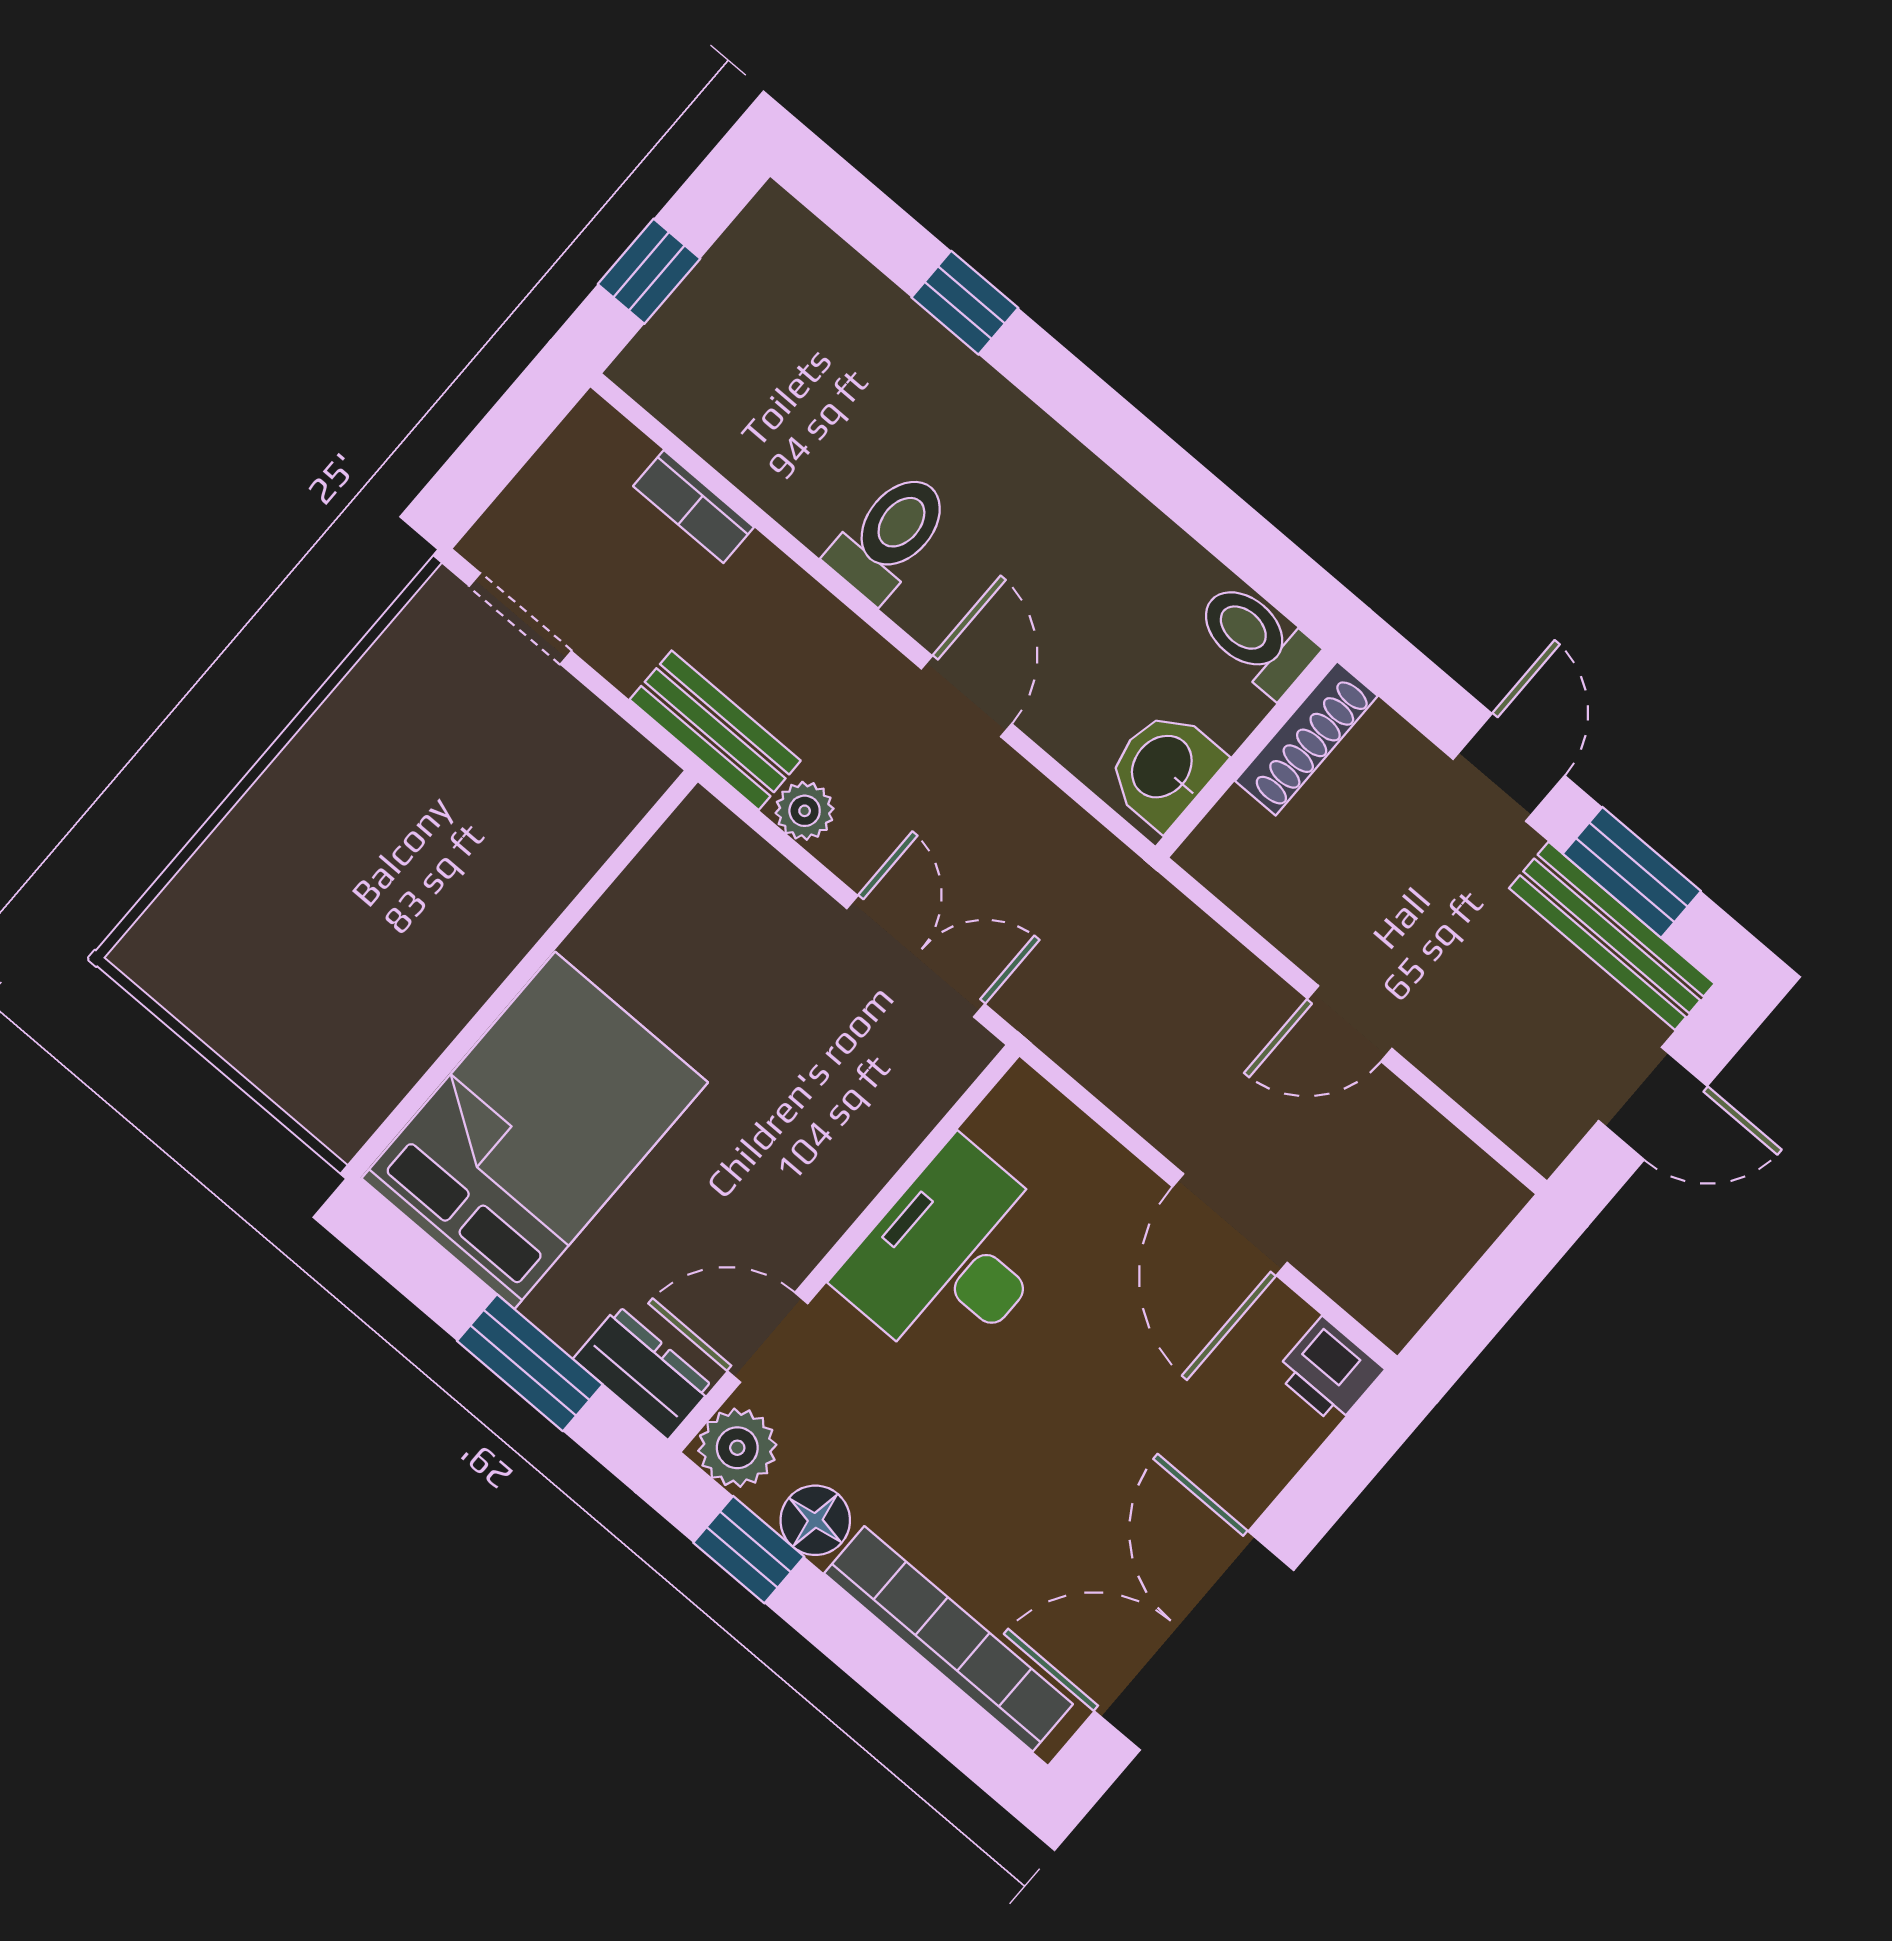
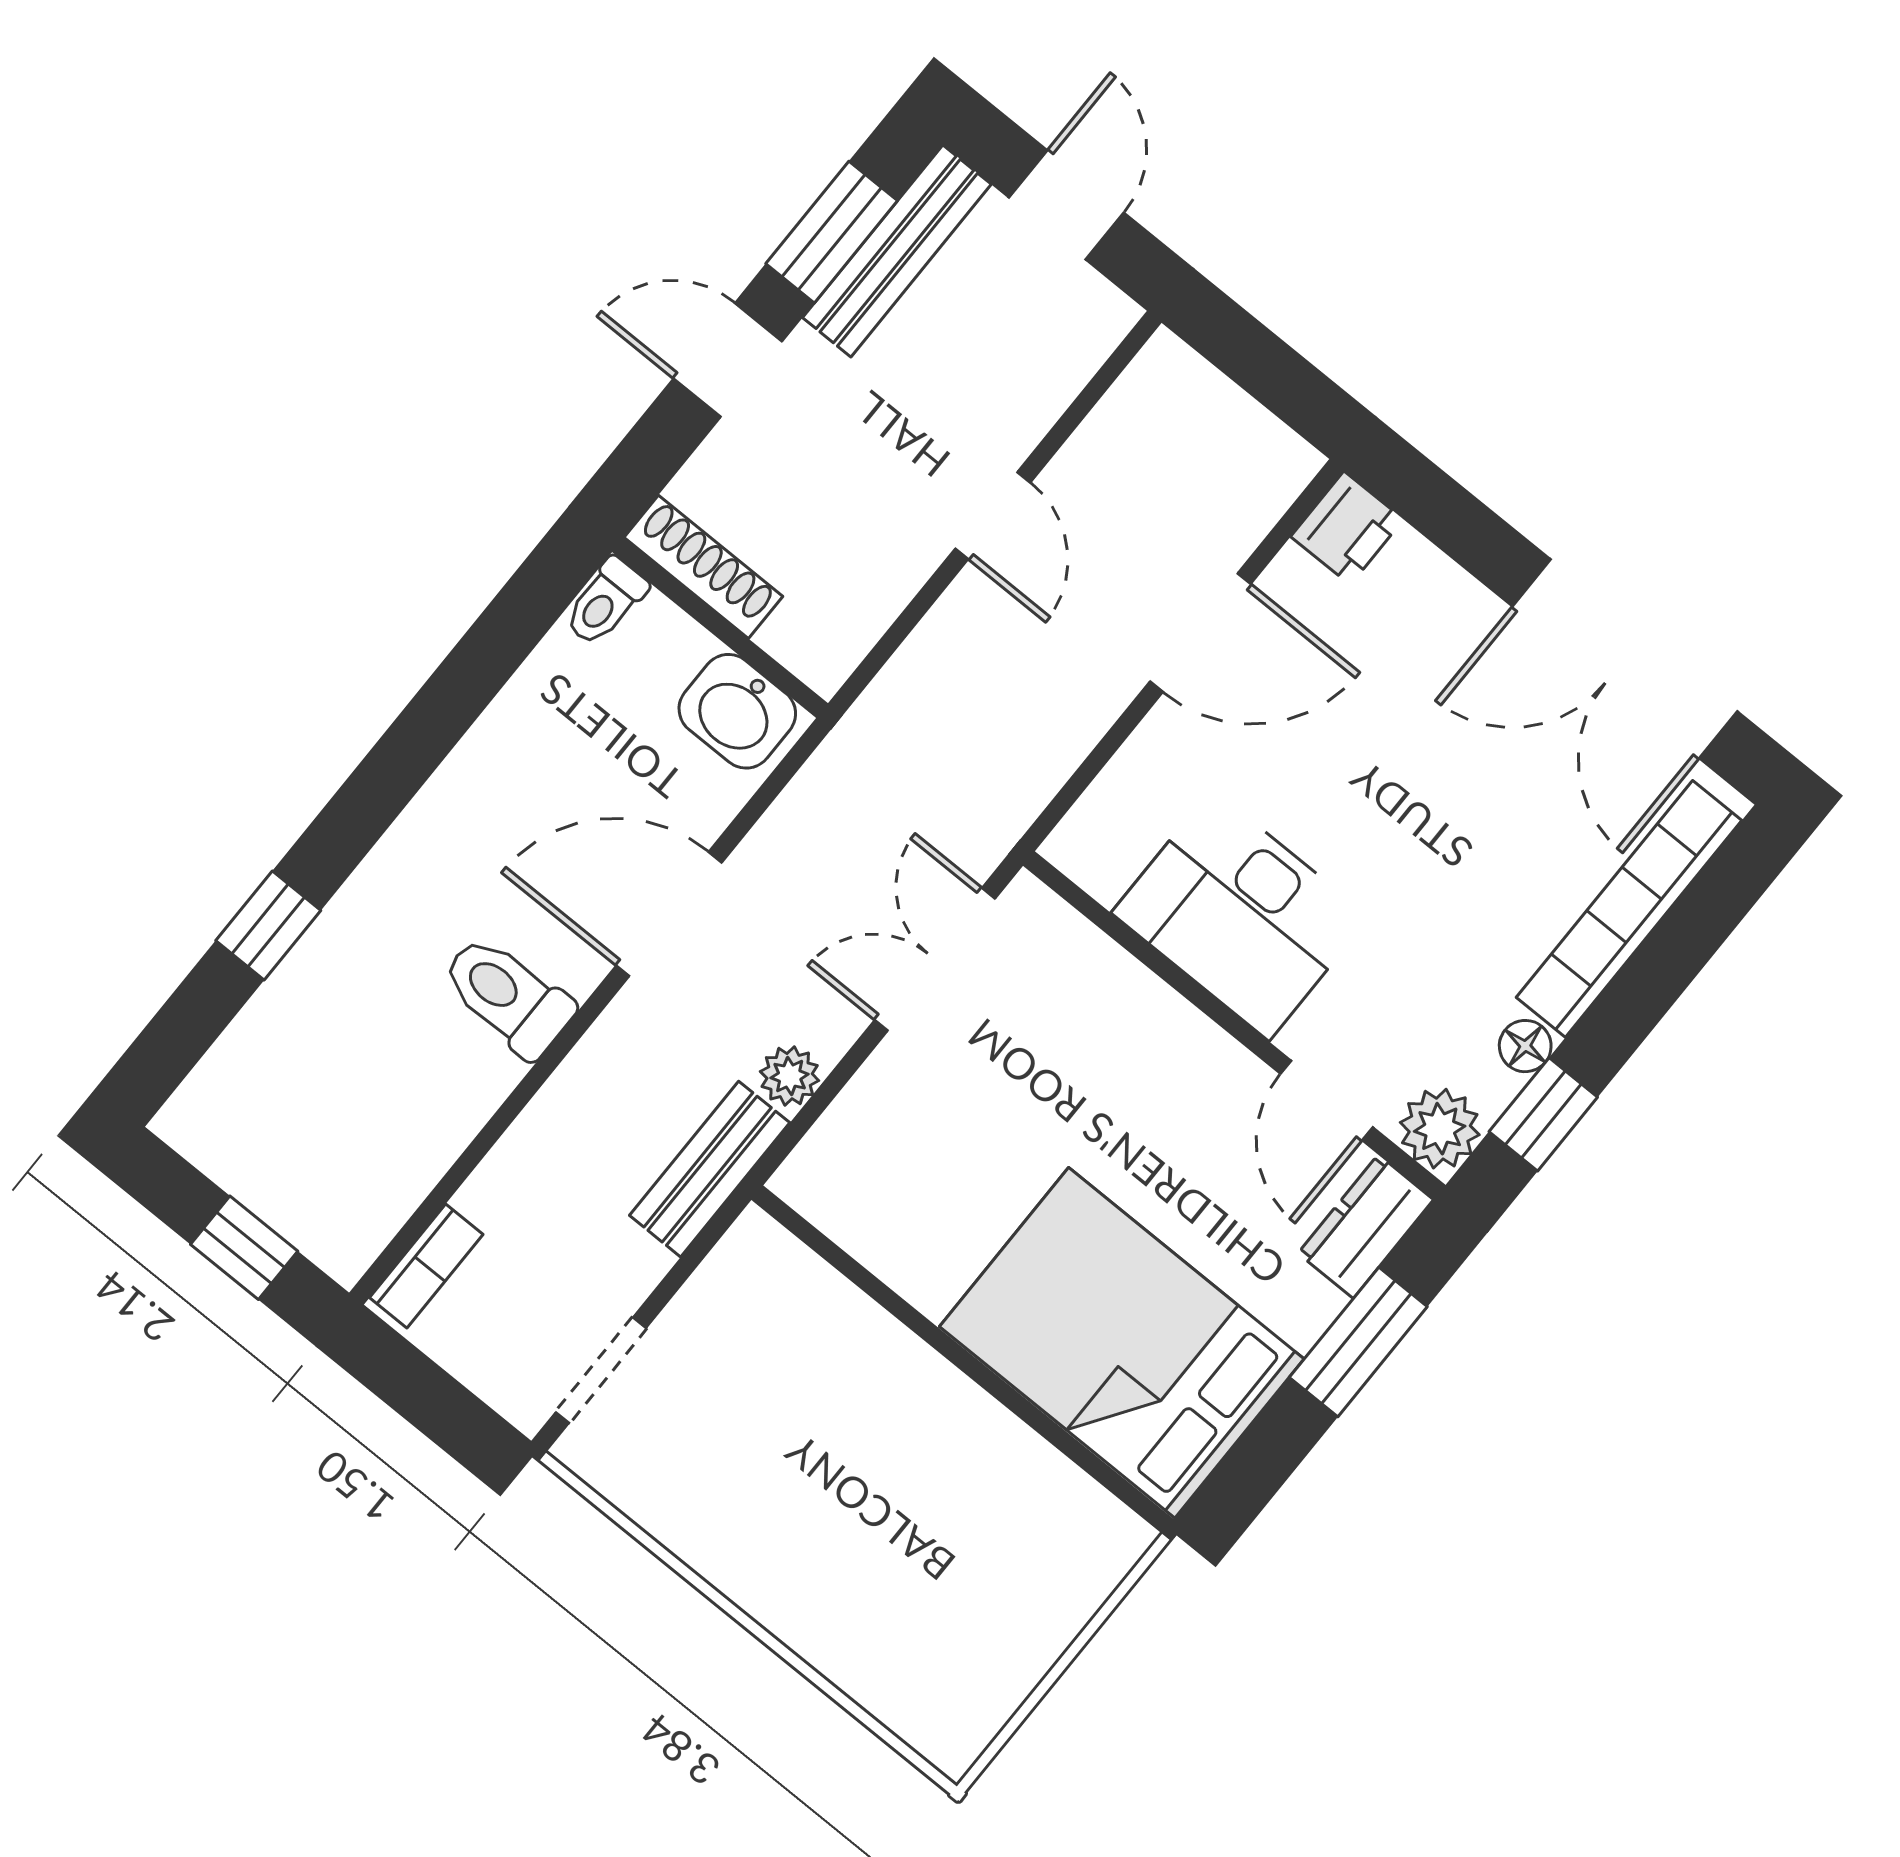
bookcase: (694, 507) -> (426, 1266), moved
toilet: (1256, 638) -> (605, 602), width x0.73, depth x0.72
door: (966, 696) -> (669, 914), width x1.38
floor lamp: (815, 1520) -> (1525, 1046), width x0.73, depth x0.73

